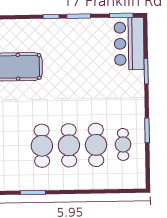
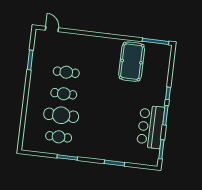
bar counter: (129, 44) -> (151, 127), moved, turned -90
cafe table: (69, 145) -> (64, 94), width x0.73, depth x0.74
cafe table: (42, 146) -> (66, 72), width x0.73, depth x0.74

